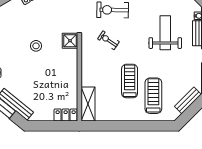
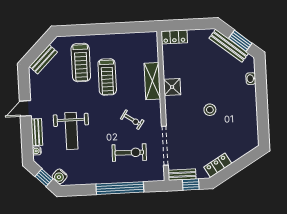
shower: (70, 41) -> (172, 87), moved
shelving: (88, 104) -> (152, 81), moved

